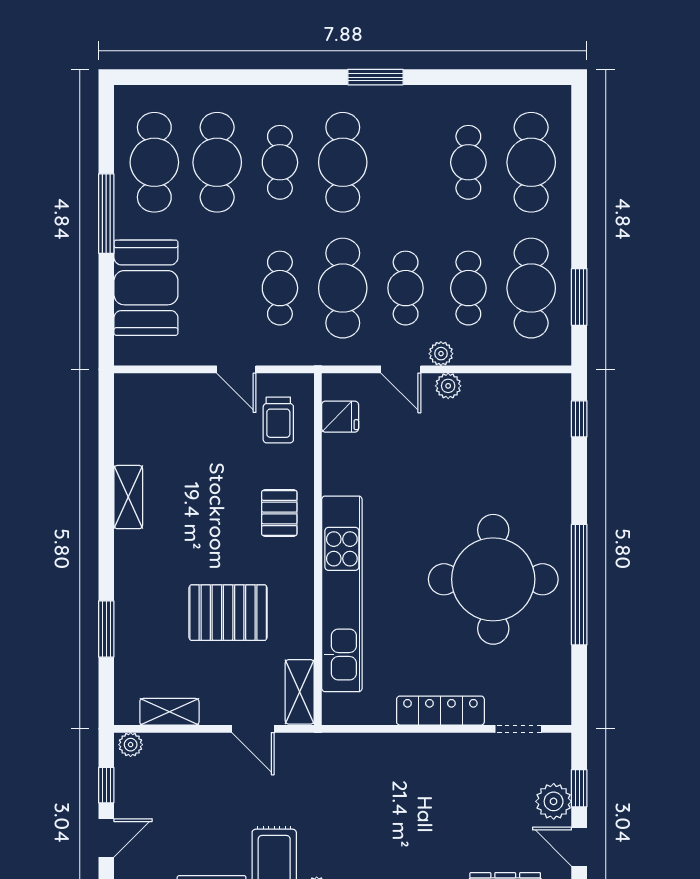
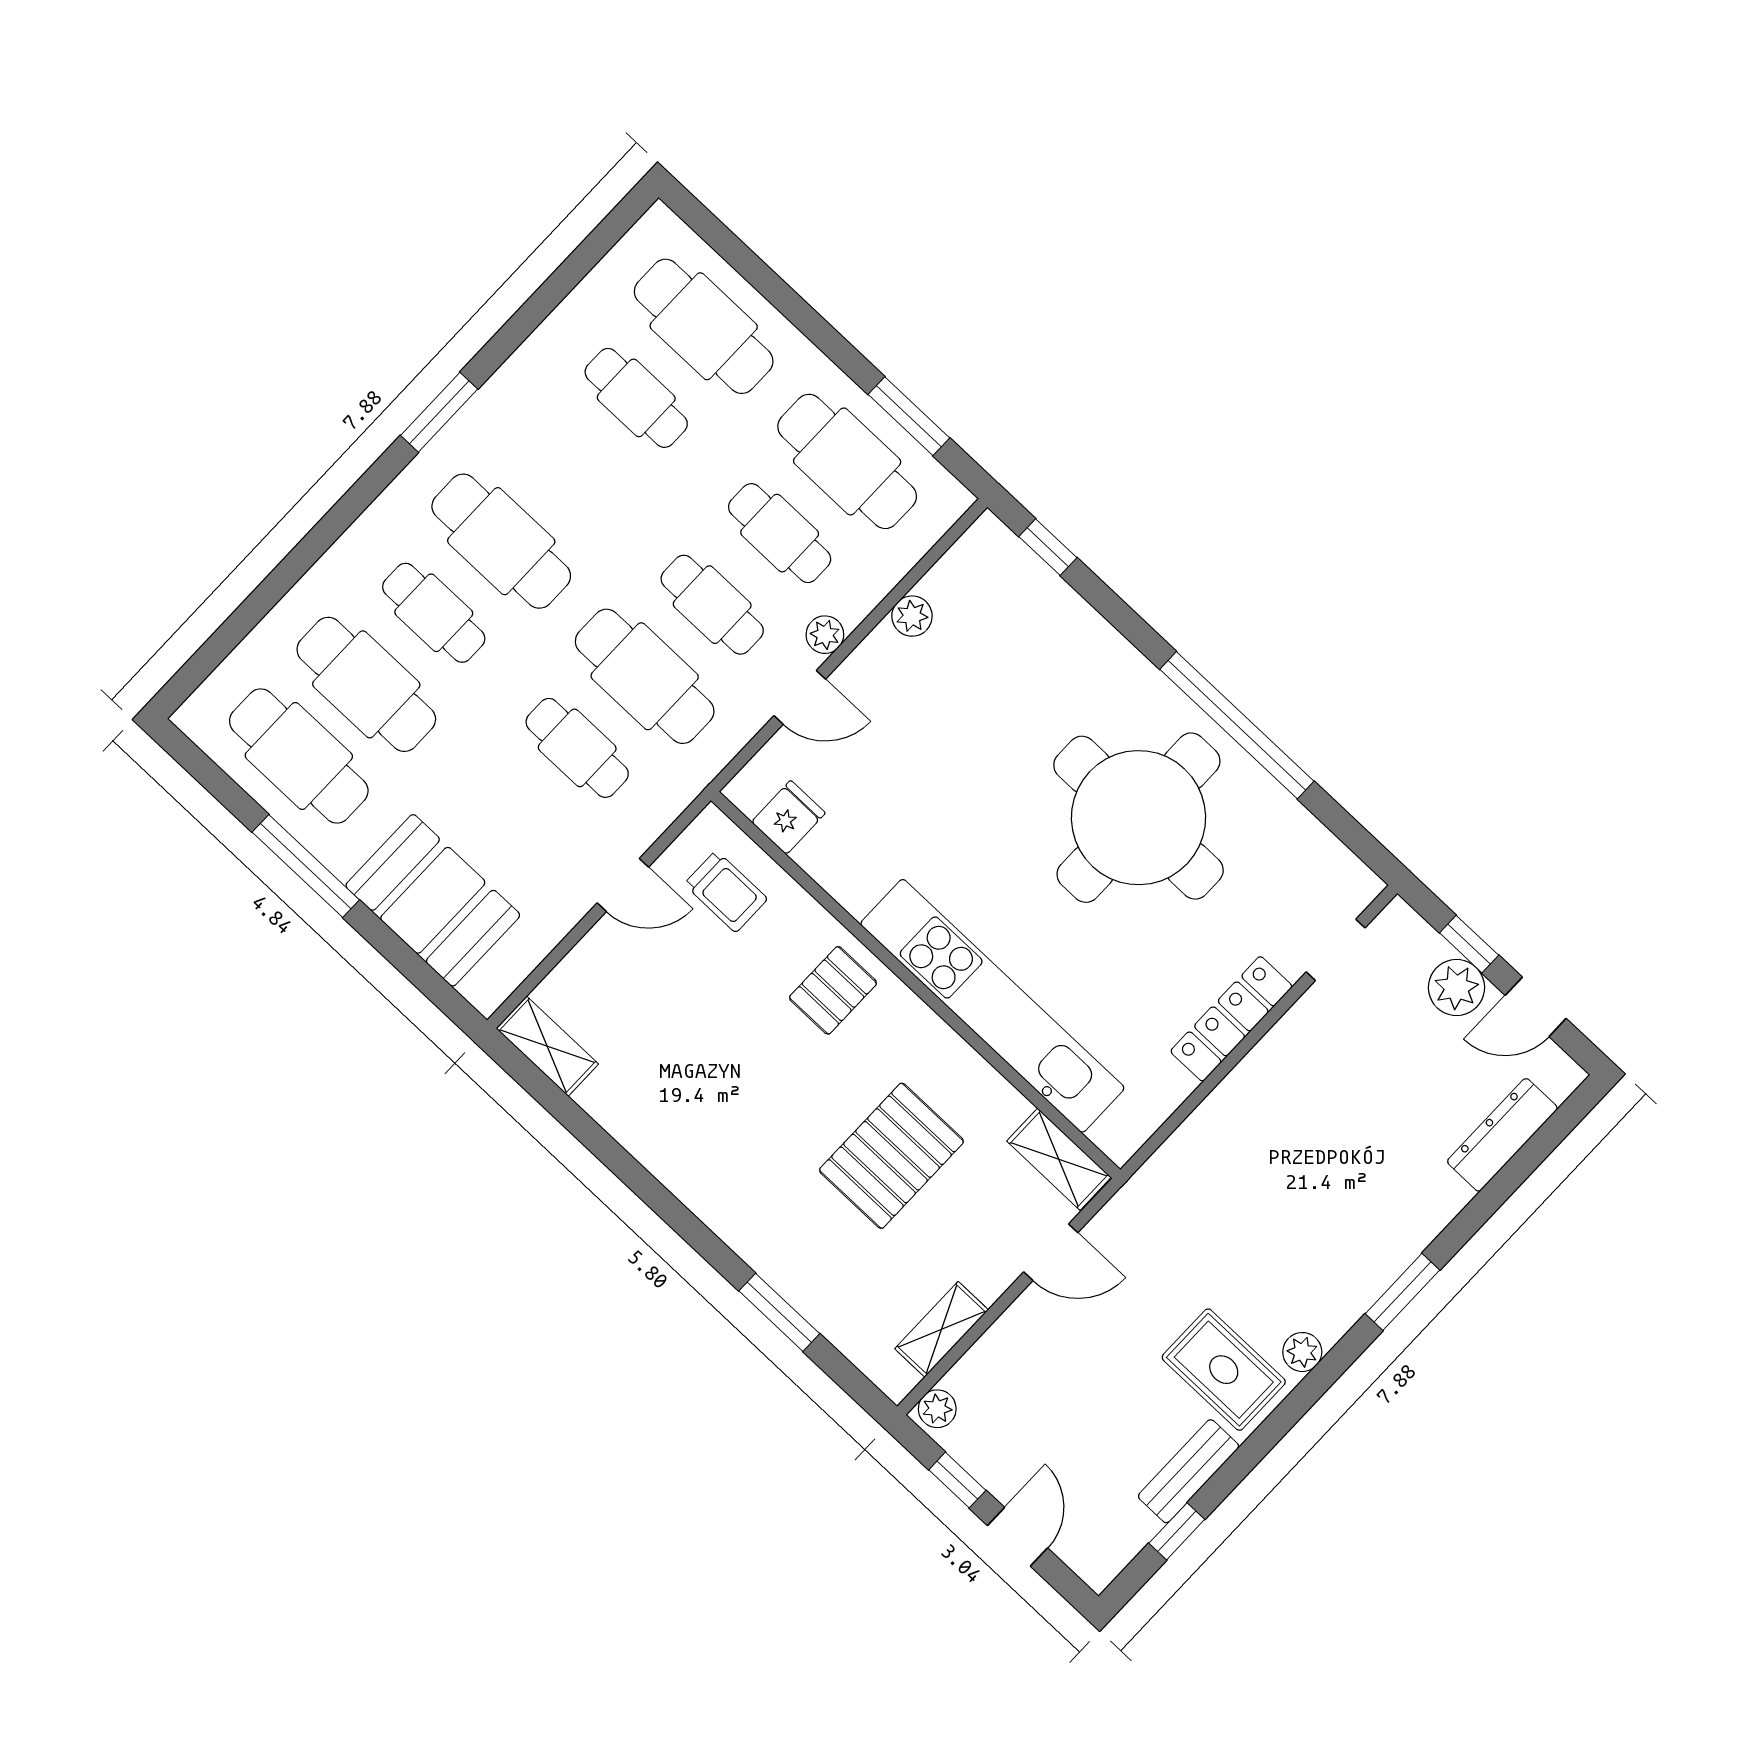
plant: (448, 386) -> (912, 616), moved
shelving: (128, 497) -> (547, 1046), moved
pallet: (279, 513) -> (833, 990), turned 90

